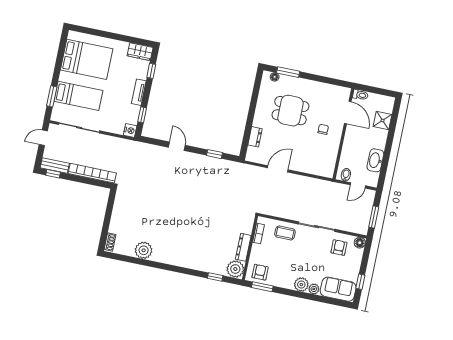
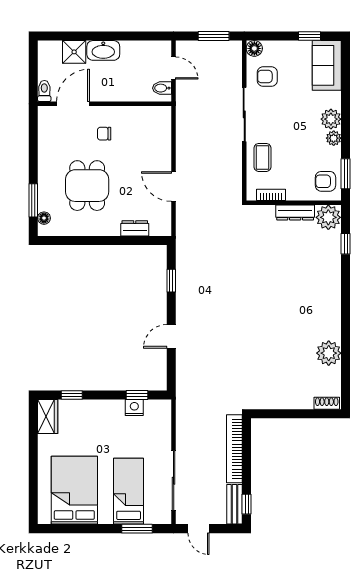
tv unit: (139, 92) -> (106, 406), removed
nightstand: (130, 130) -> (134, 408), moved
washbasin: (375, 160) -> (103, 50), moved
plant: (314, 289) -> (334, 138), moved

